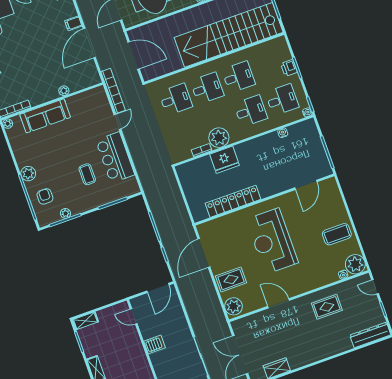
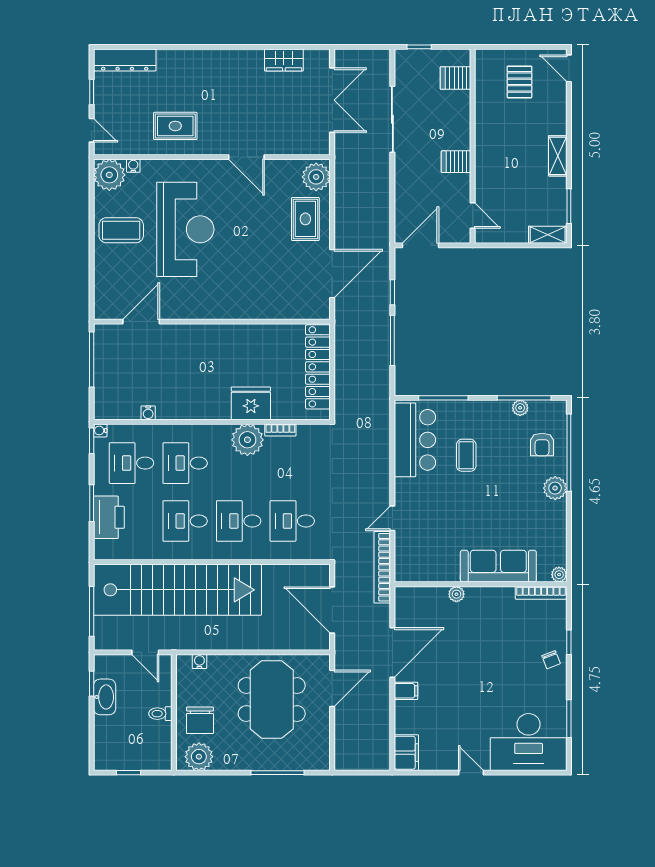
printer: (289, 68) -> (109, 517), width x1.87, depth x1.48
bar counter: (115, 157) -> (415, 440), moved
locker: (233, 201) -> (318, 367), moved, turned 90
reception desk: (272, 241) -> (185, 229), moved
rug: (231, 279) -> (305, 219), turned 90

